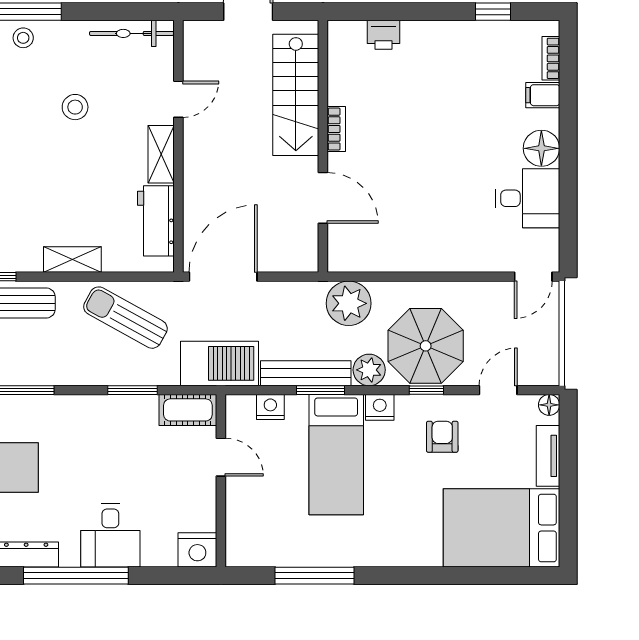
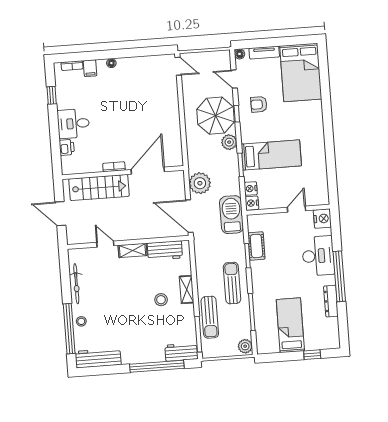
bicycle: (132, 33) -> (76, 284), moved
stool: (75, 107) -> (161, 300), moved
floor lamp: (541, 148) -> (111, 63), width x0.53, depth x0.53
door: (323, 198) -> (148, 171), width x1.36
desk: (528, 198) -> (73, 124), moved, turned -90
plant: (349, 303) -> (200, 183), moved
sun lounger: (125, 318) -> (232, 283), moved, turned 151
bench: (306, 373) -> (233, 173), removed
nightstand: (380, 407) -> (252, 203), moved
cot: (188, 410) -> (256, 246), moved
door: (221, 457) -> (297, 209), moved
desk: (110, 536) -> (318, 256), width x1.37
window: (315, 576) -> (331, 161), removed

